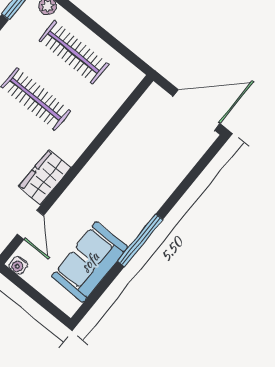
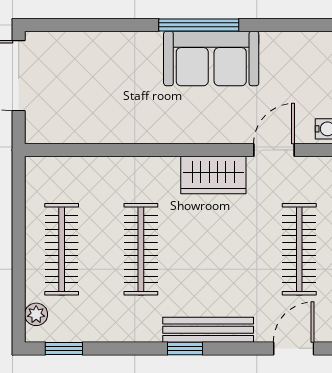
sofa: (90, 262) -> (211, 58), moved

